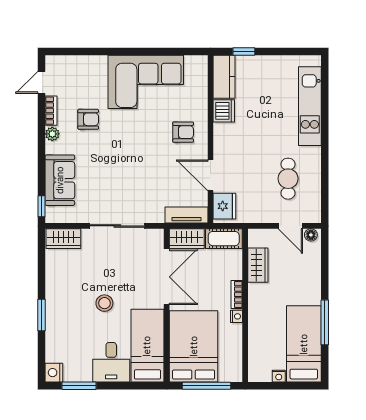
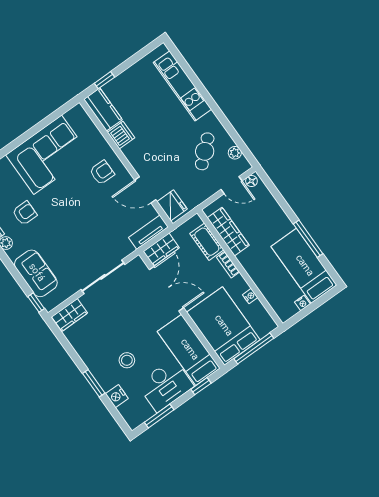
cafe table: (288, 179) -> (205, 151), turned 48
plant: (314, 199) -> (235, 153), added
cot: (224, 239) -> (207, 242), moved, turned 90
wardrobe: (258, 265) -> (228, 232), width x1.50
stool: (104, 303) -> (127, 360), moved
nightstand: (236, 316) -> (250, 296), moved
desk: (111, 362) -> (165, 385), width x1.37
nightstand: (54, 373) -> (117, 396), moved
window: (135, 386) -> (201, 386), added

